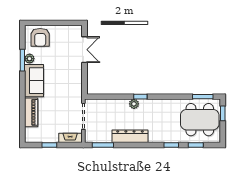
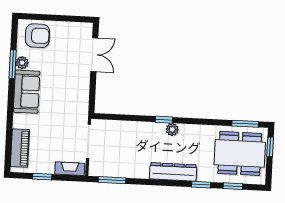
armchair: (40, 37) -> (37, 36), turned -90
plant: (134, 104) -> (172, 129), moved
piano: (31, 112) -> (20, 148), moved
dresser: (130, 136) -> (173, 172), moved

